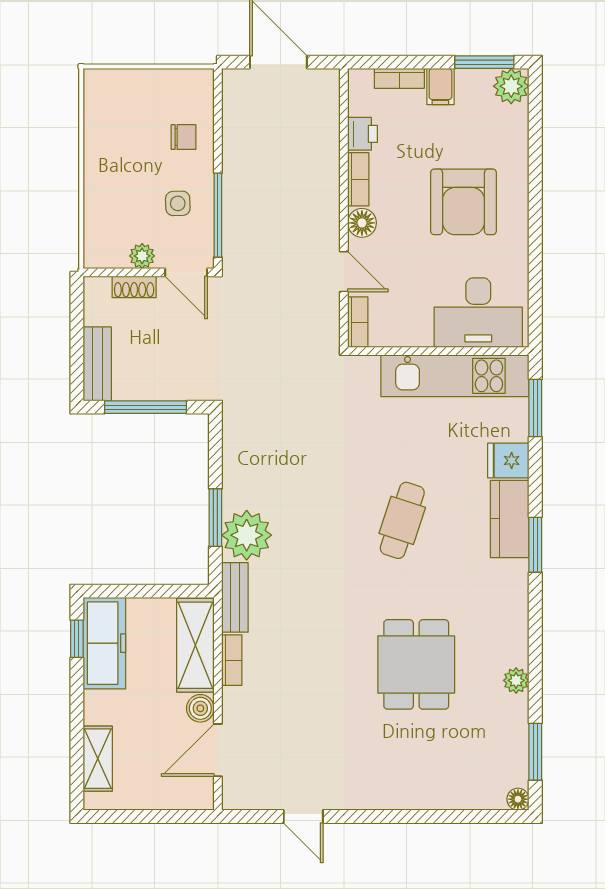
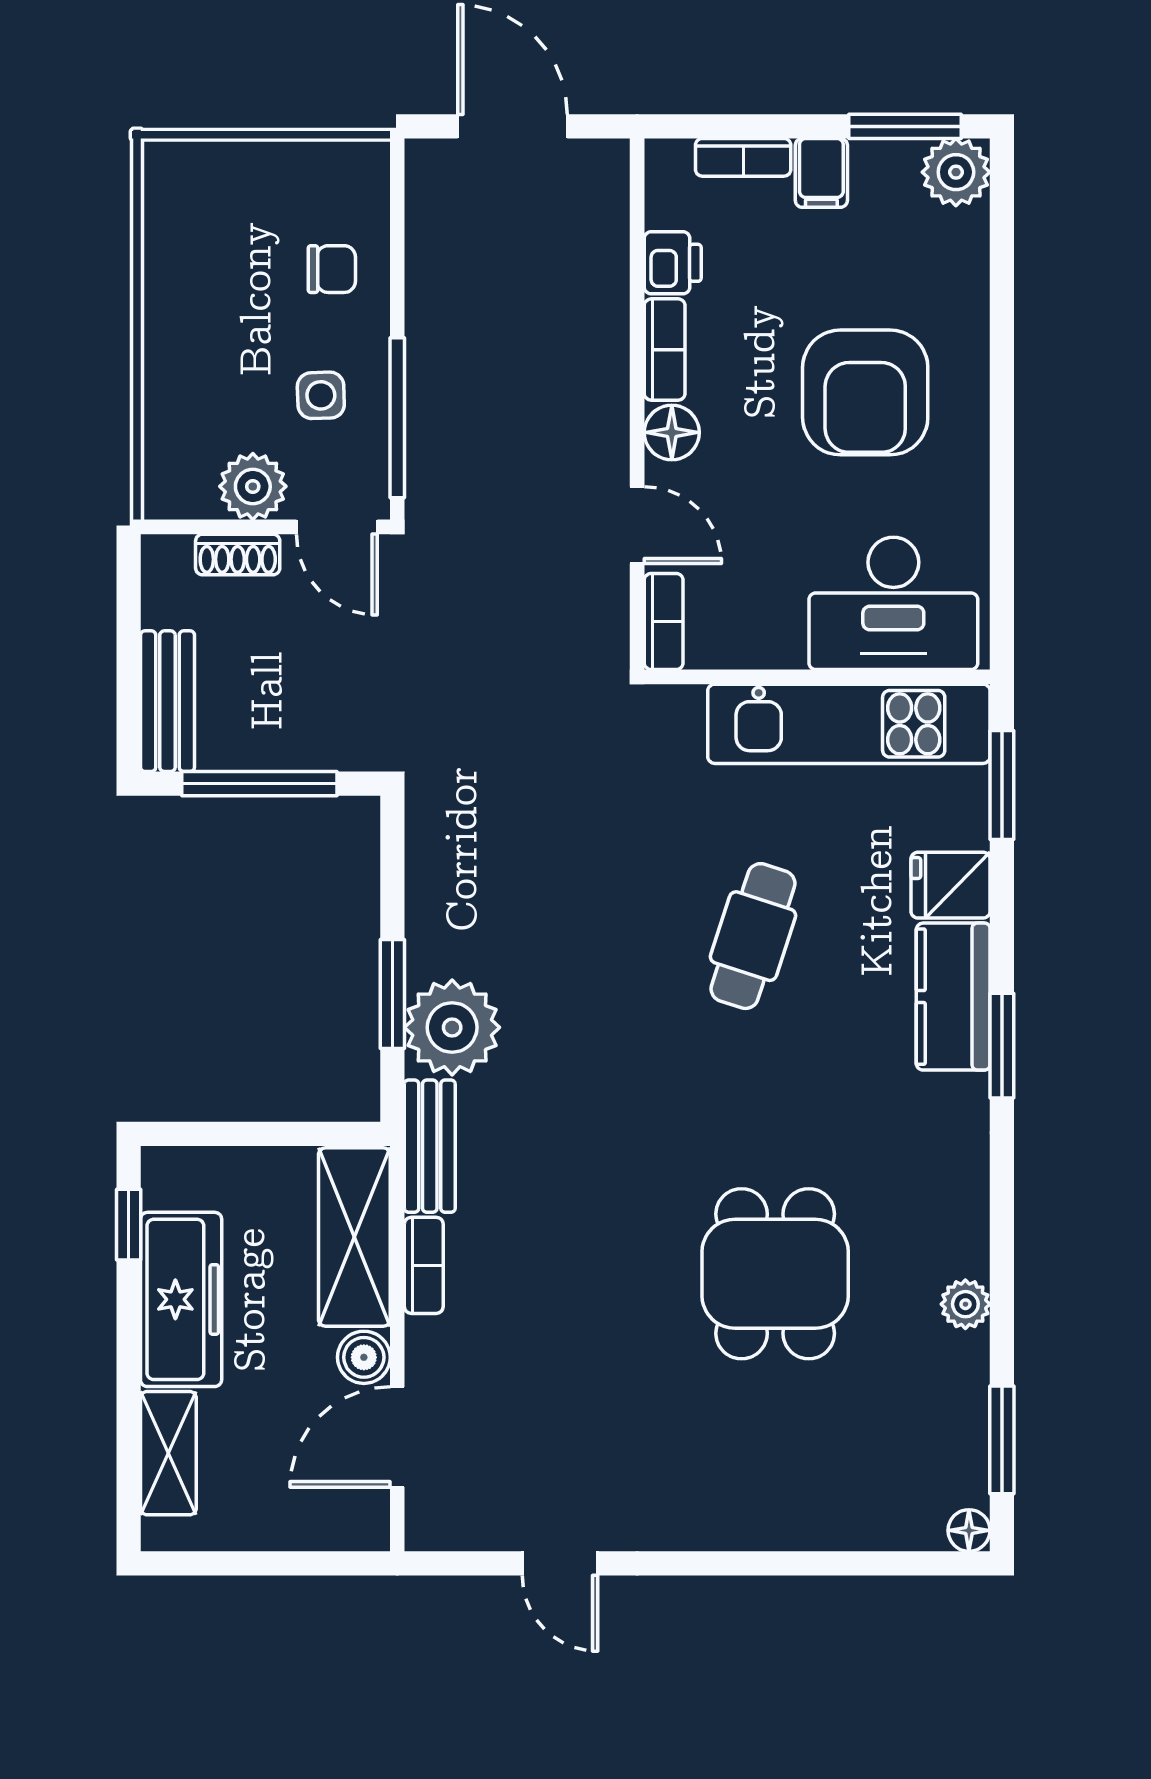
plant: (142, 256) -> (253, 486), width x1.38, depth x1.38
cafe table: (402, 520) -> (753, 936), moved
freezer: (104, 643) -> (181, 1299), moved

